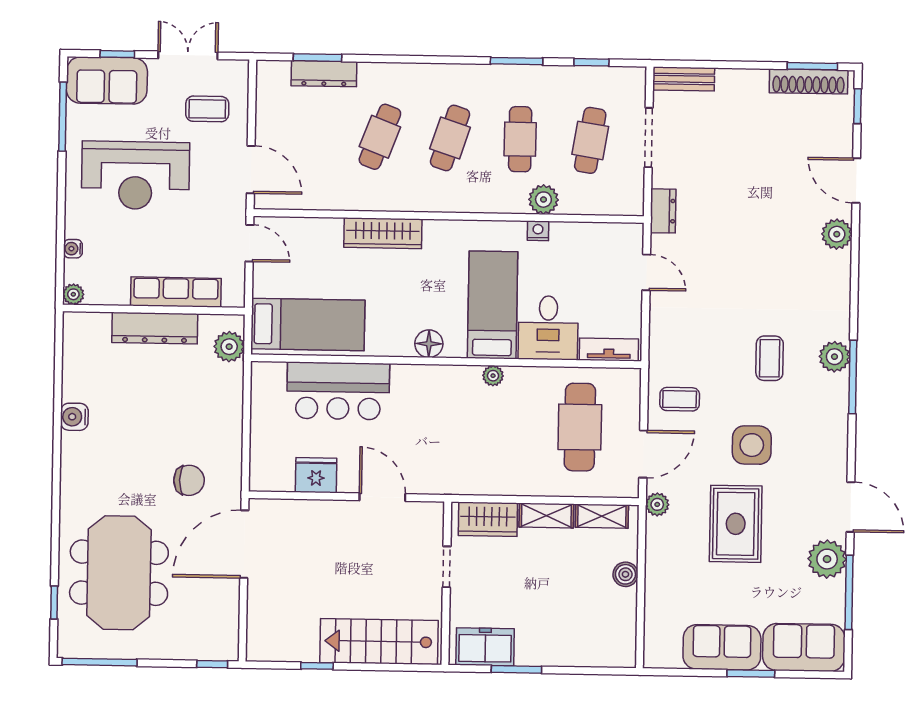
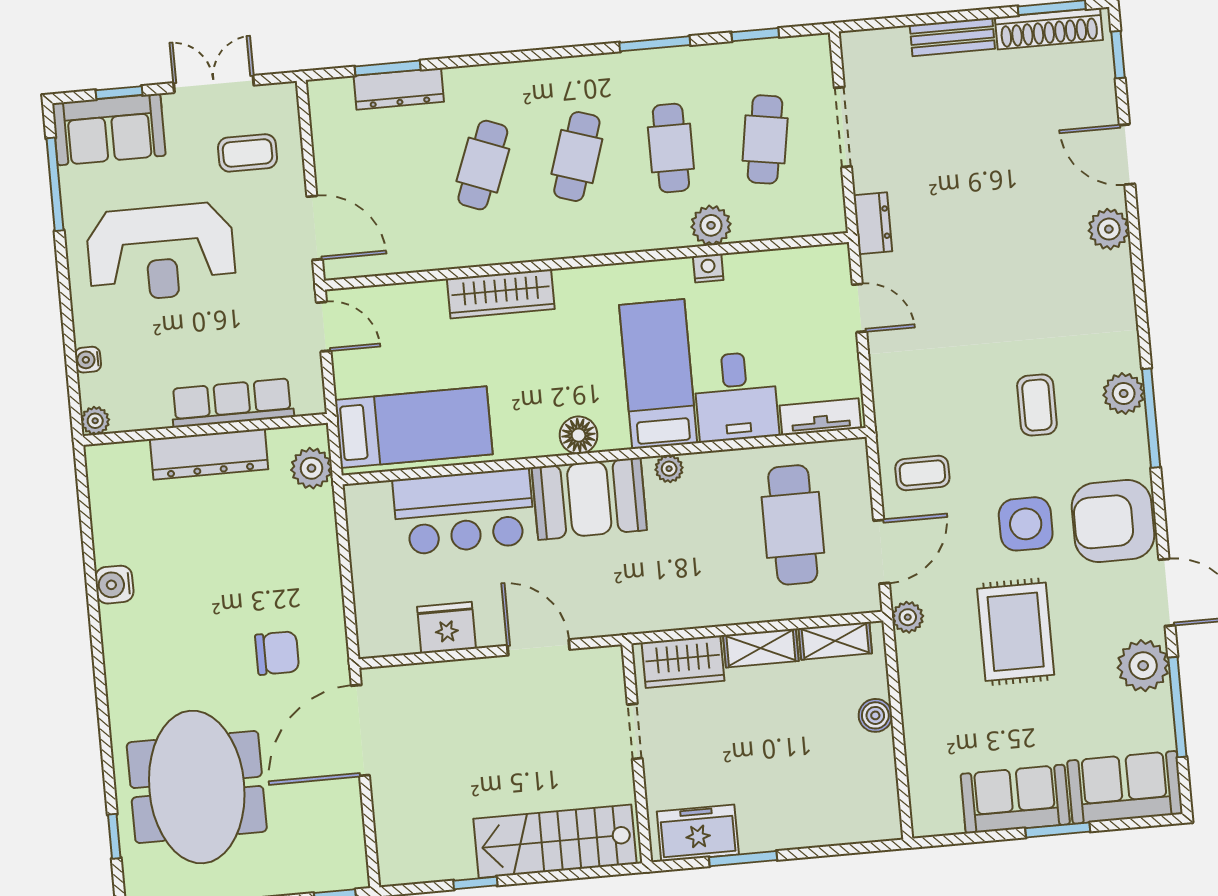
bench: (684, 79) -> (952, 37), moved
booth: (432, 391) -> (589, 499), added
armchair: (816, 450) -> (1113, 521), added

